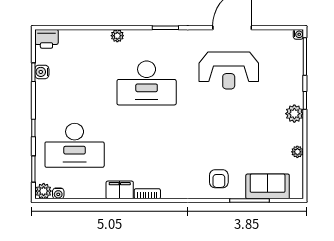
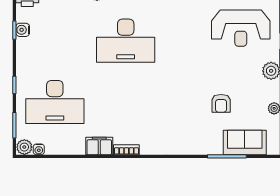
reception desk: (229, 70) -> (241, 28), moved
armchair: (219, 179) -> (221, 103), moved

